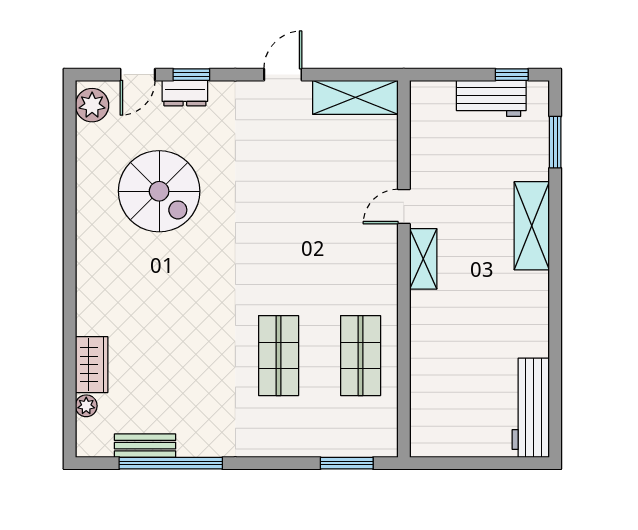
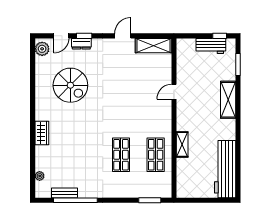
shelving: (423, 259) -> (182, 144), moved
wardrobe: (92, 365) -> (42, 133), moved
workbench: (531, 408) -> (225, 169), width x1.36, depth x1.32

